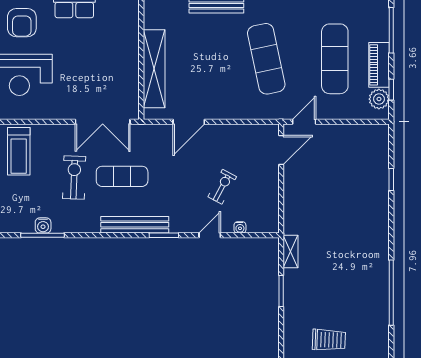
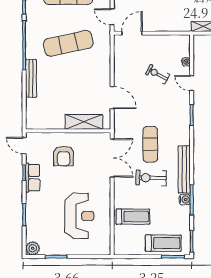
armchair: (22, 23) -> (64, 156), moved, turned 90
shelving: (154, 69) -> (84, 122), width x0.68
door: (281, 150) -> (132, 33), hinge flipped
bench: (135, 225) -> (184, 169), moved

